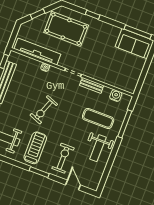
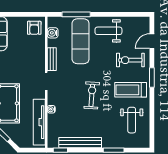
armchair: (127, 80) -> (34, 28), added
exercise bike: (44, 110) -> (92, 95), turned -107
exercise mat: (98, 118) -> (81, 41), width x1.36, depth x1.45
weight bench: (98, 148) -> (108, 31), turned 180

